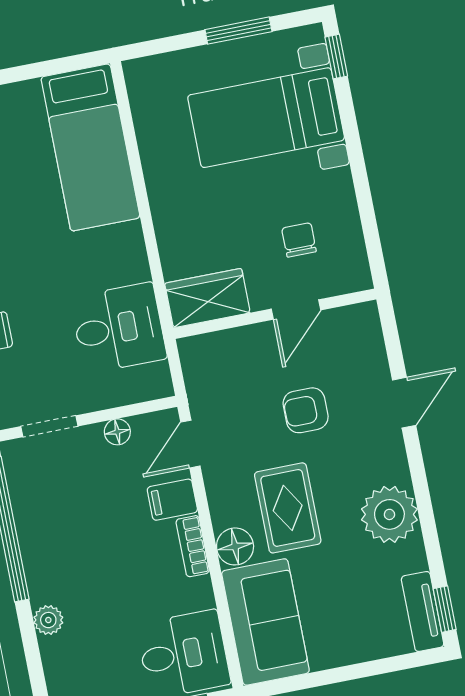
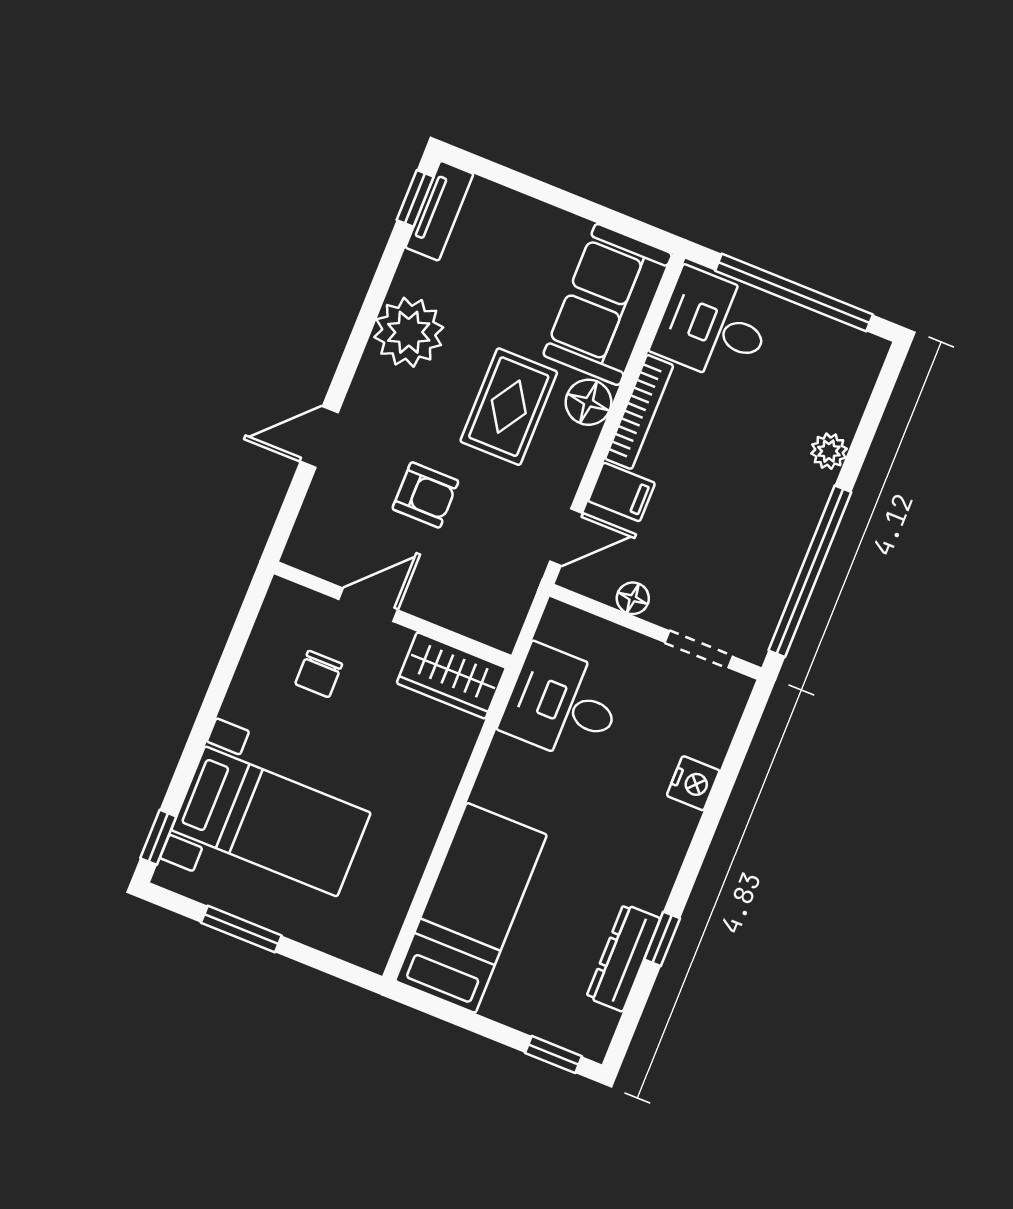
bookcase: (193, 546) -> (639, 412), width x1.56

